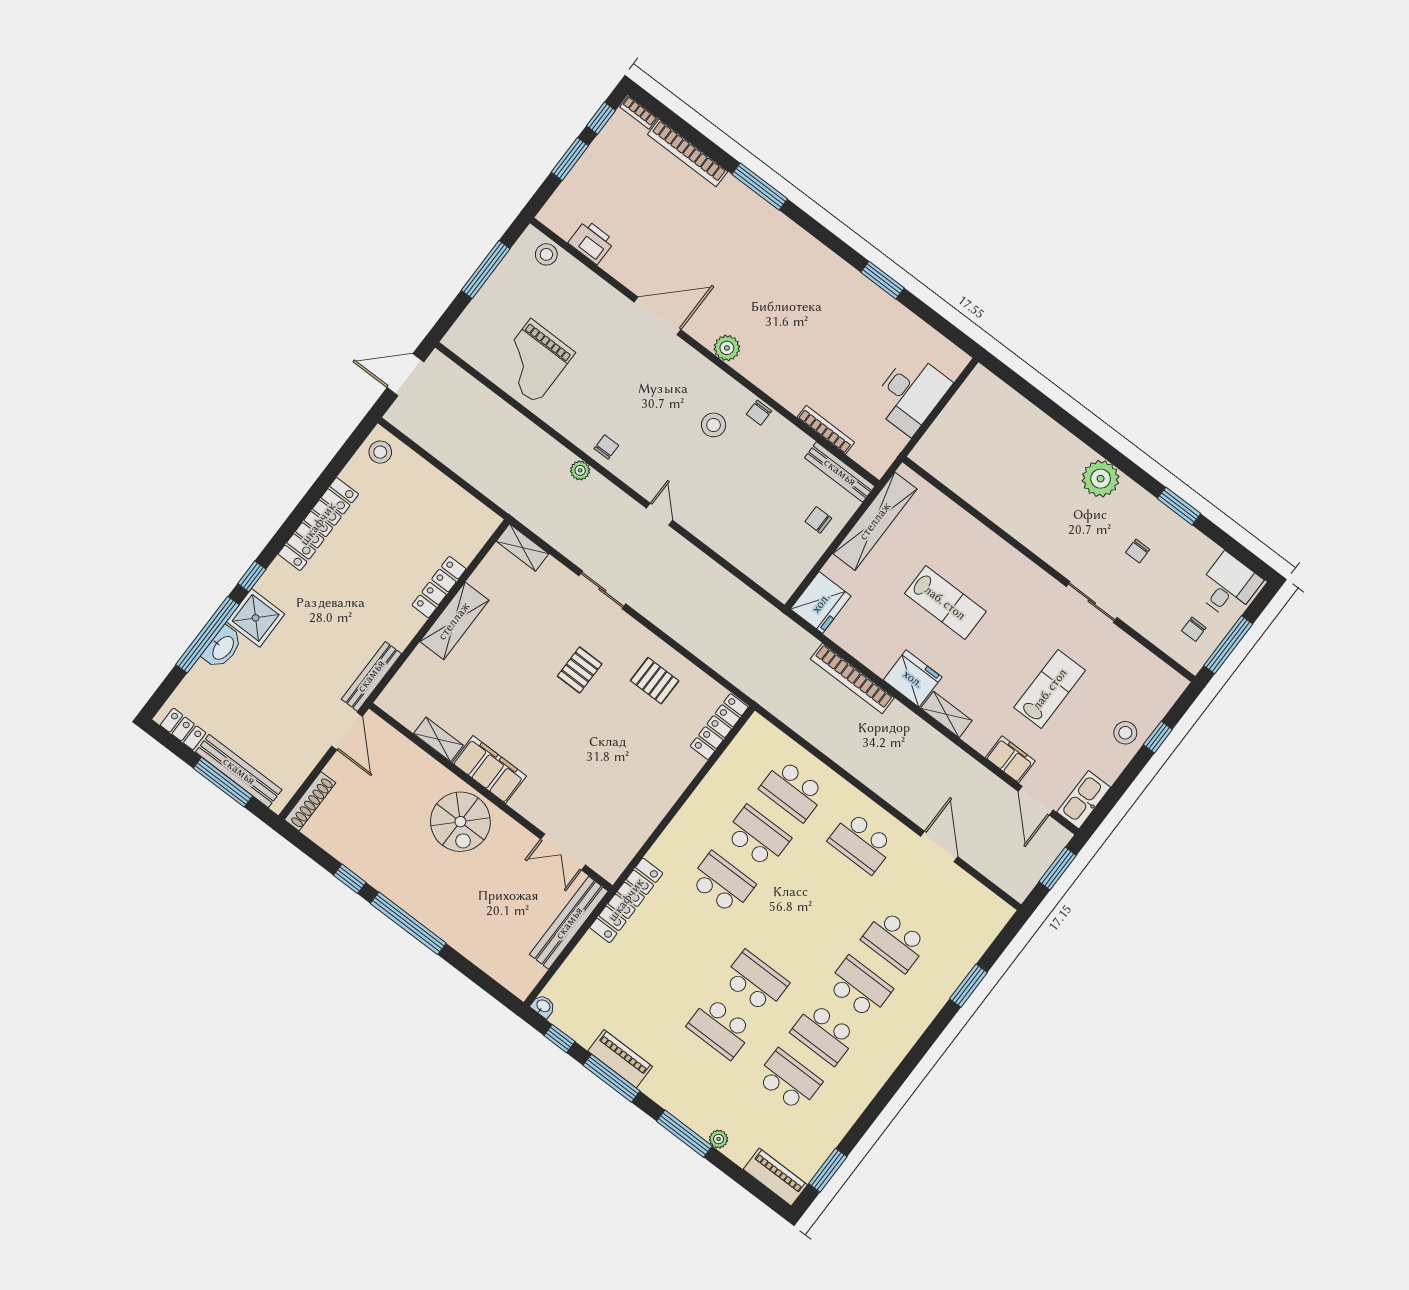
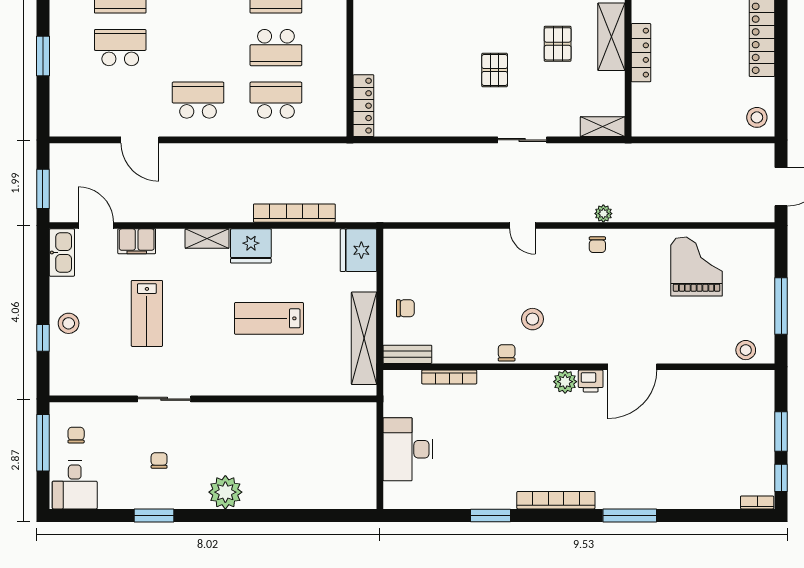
bookcase: (688, 153) -> (556, 500), moved
printer: (591, 242) -> (591, 381), moved, width x0.73, depth x0.81
bench: (840, 472) -> (407, 354), width x0.73
pallet: (655, 681) -> (558, 44), moved, turned 90

